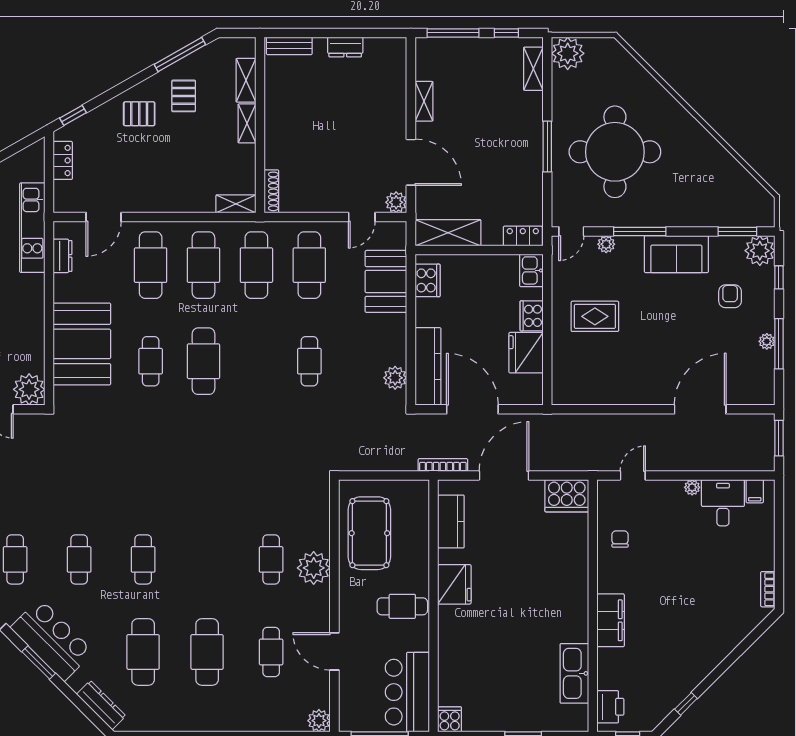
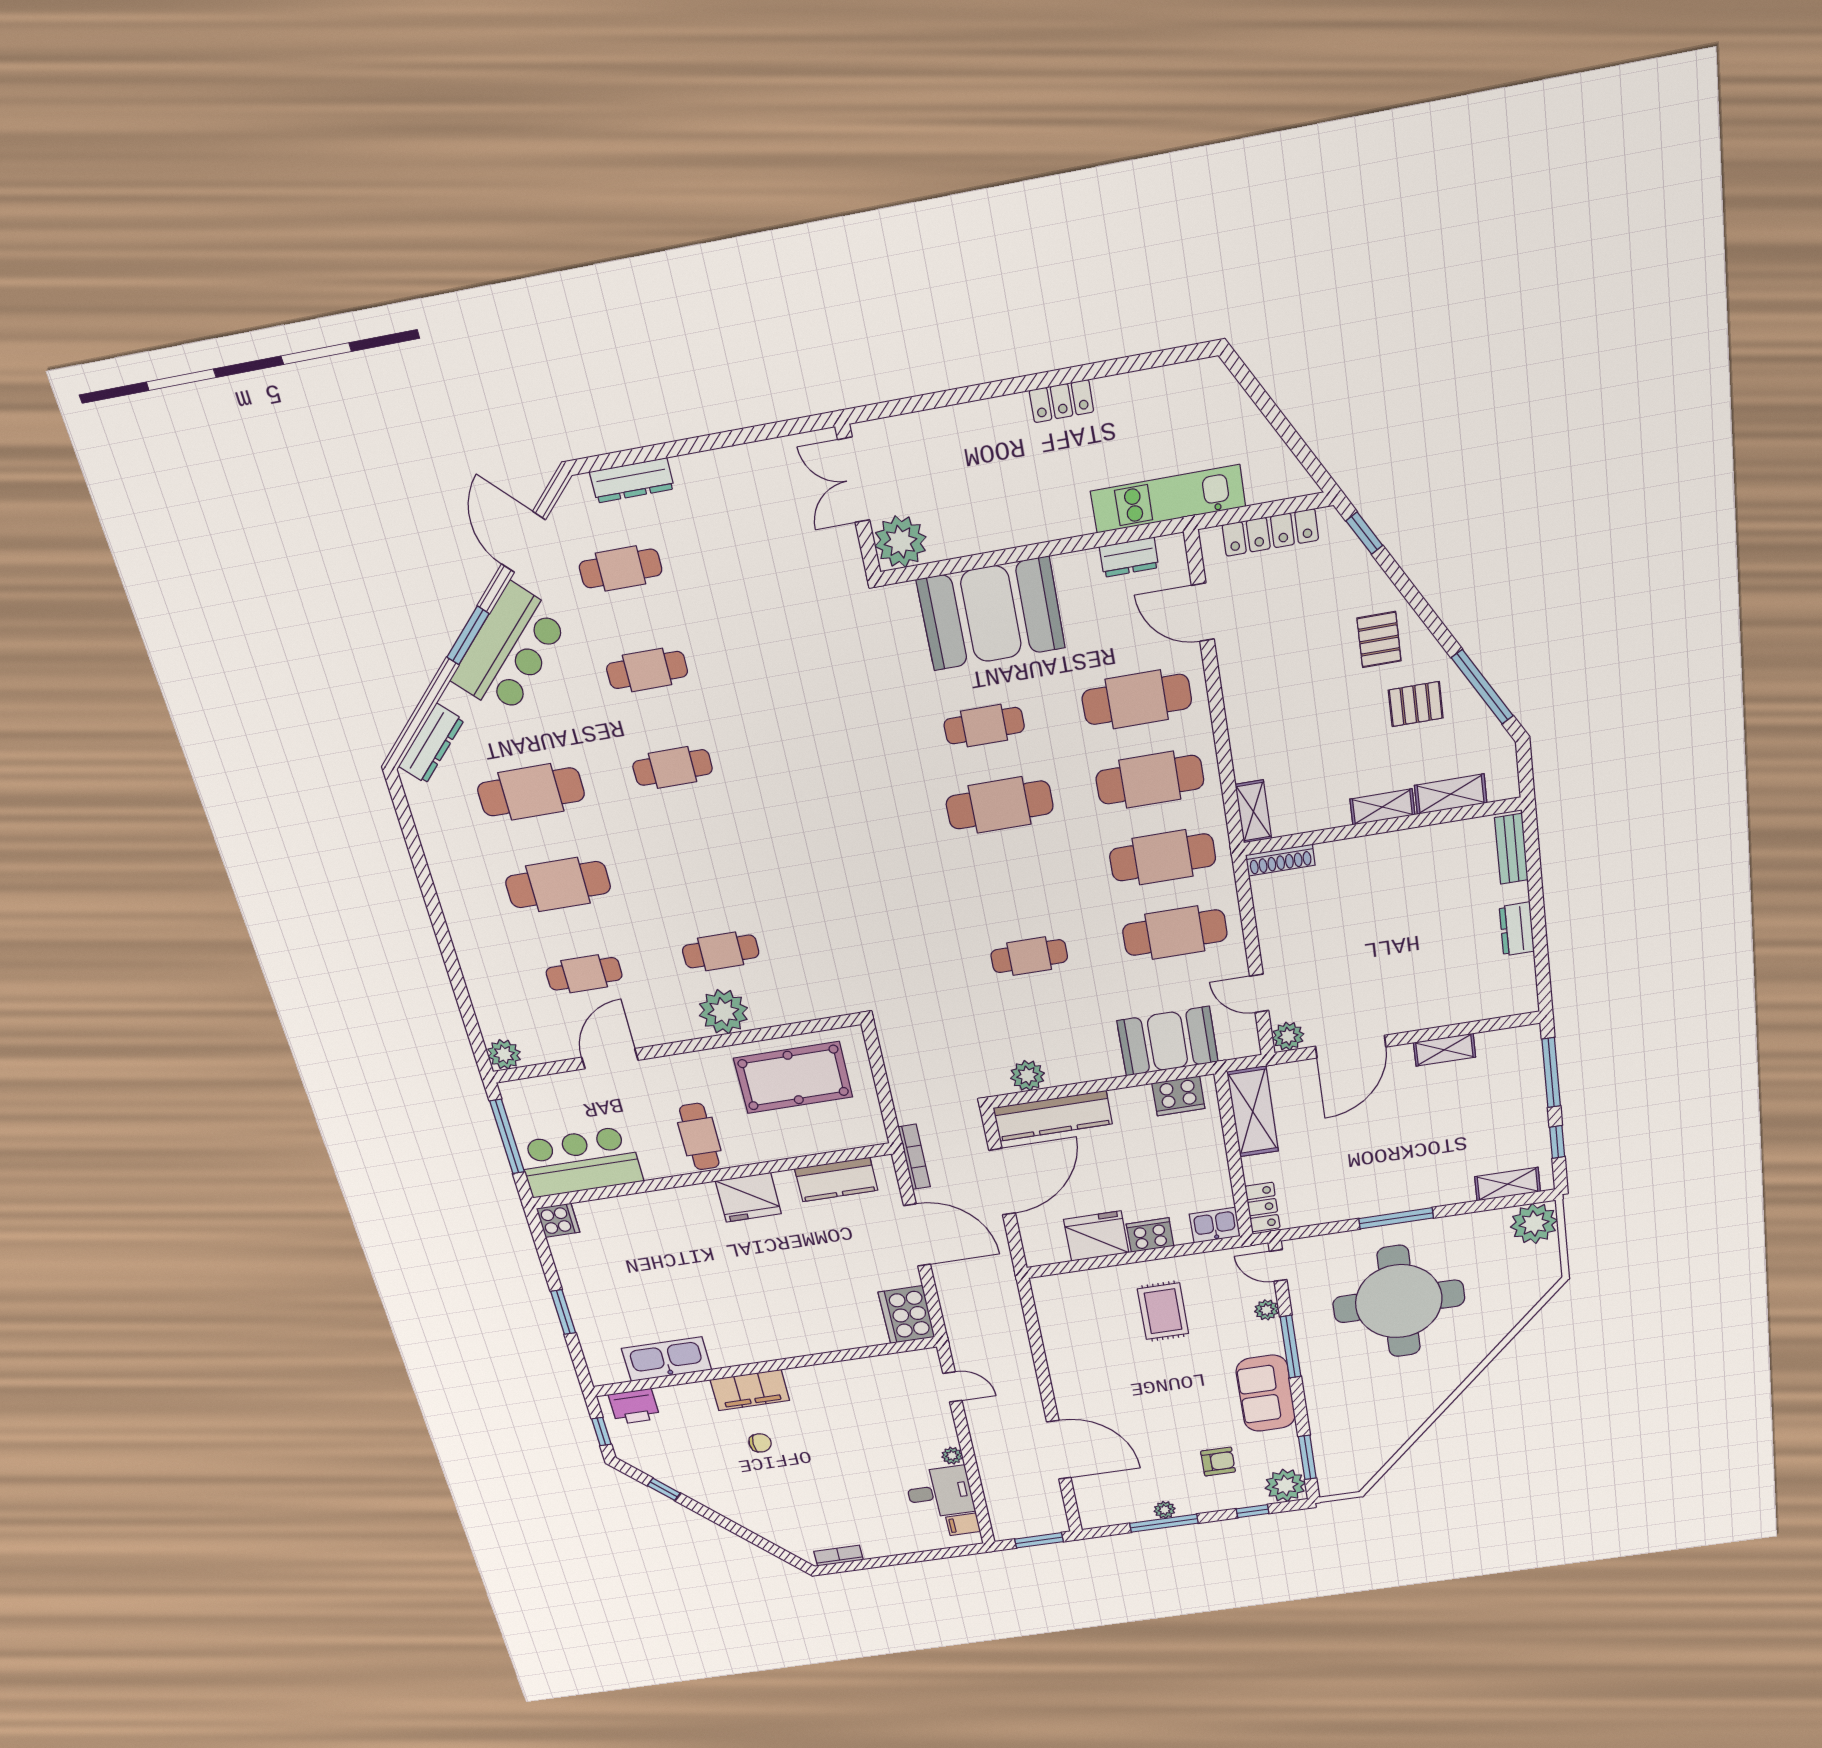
locker: (63, 160) -> (1270, 532), width x1.53
chair: (620, 539) -> (760, 1443), moved

